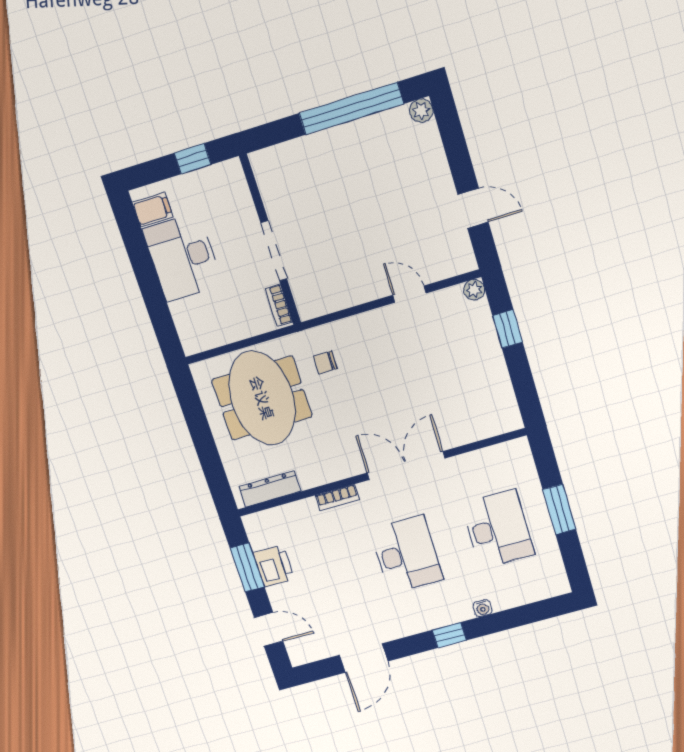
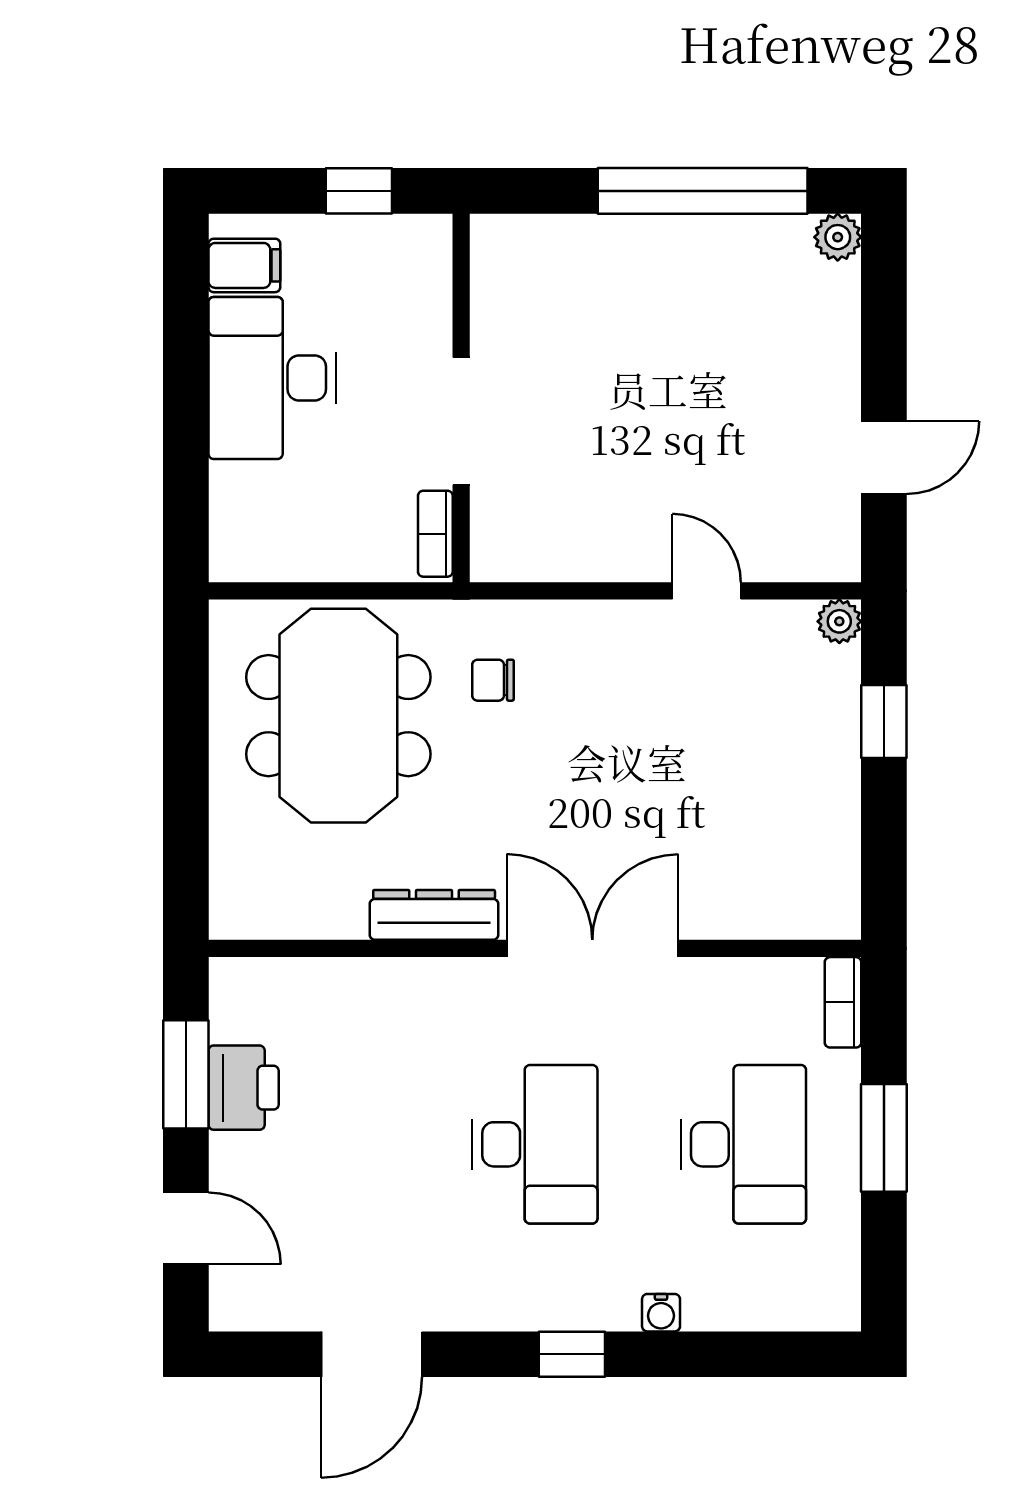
door: (473, 208) -> (884, 458), hinge flipped
dresser: (270, 489) -> (434, 915), moved
bookcase: (337, 497) -> (843, 1002), moved, turned 90

